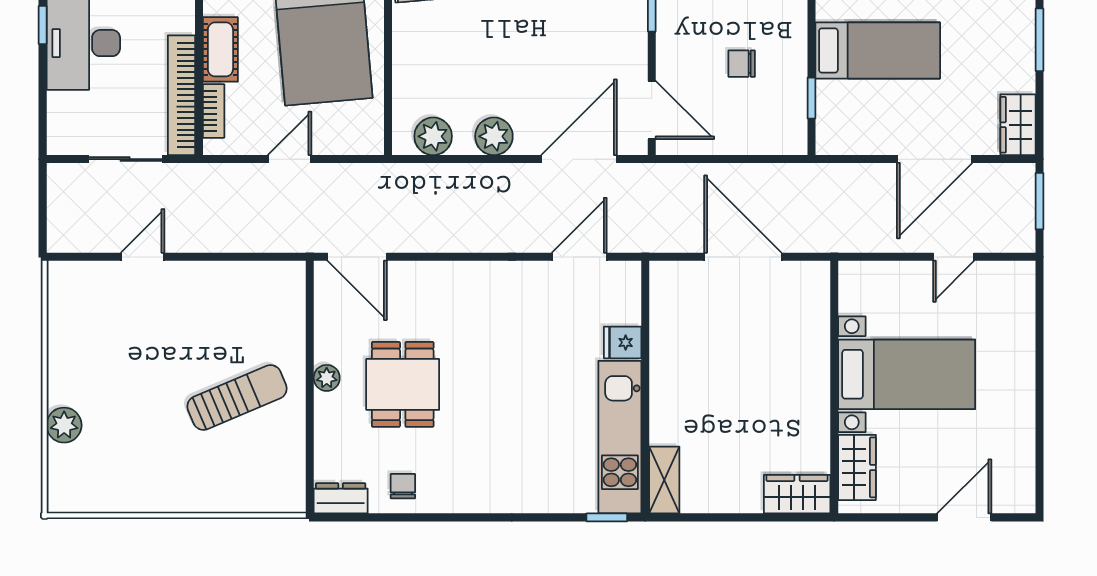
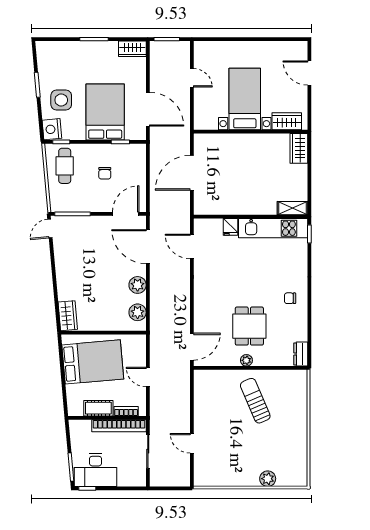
bed: (878, 50) -> (105, 112), width x1.50
door: (935, 159) -> (148, 109), moved
dining table: (403, 384) -> (249, 326), turned 90
chair: (403, 486) -> (290, 298), moved

